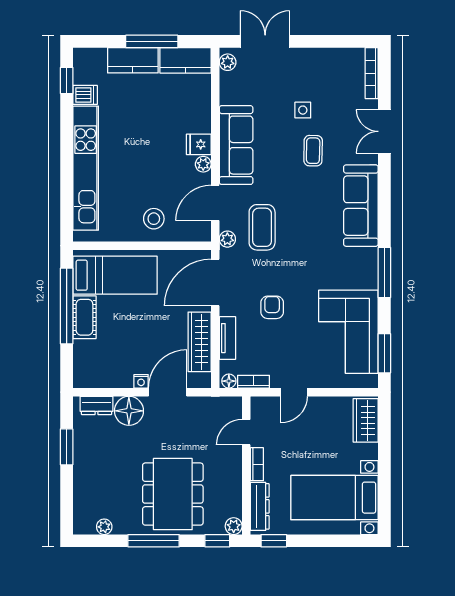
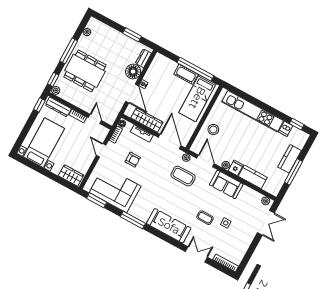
kitchen counter: (185, 60) -> (253, 177), moved, turned 90
sofa: (236, 145) -> (226, 184), width x0.73
armchair: (272, 307) -> (133, 160), moved

